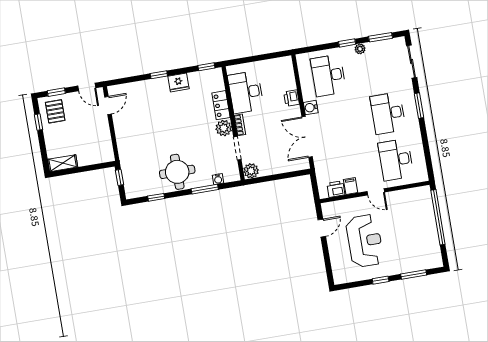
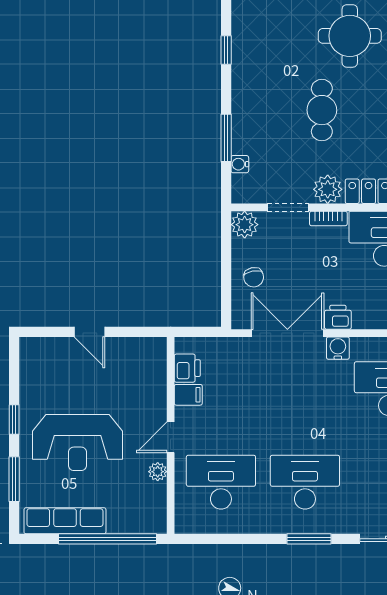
printer: (292, 98) -> (338, 317), moved
cafe table: (180, 139) -> (322, 110), added
chair: (279, 161) -> (254, 277), added
round table: (177, 172) -> (350, 36), moved
plant: (396, 196) -> (158, 472), added
door: (322, 228) -> (89, 332), moved
reception desk: (365, 241) -> (77, 442), moved
row of seats: (432, 242) -> (65, 521), added

